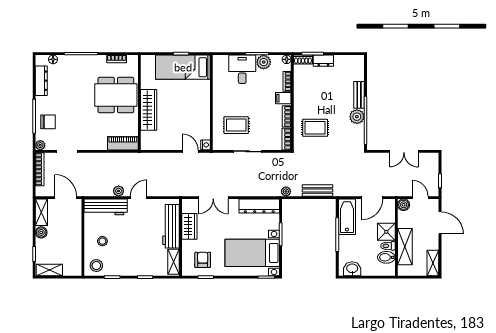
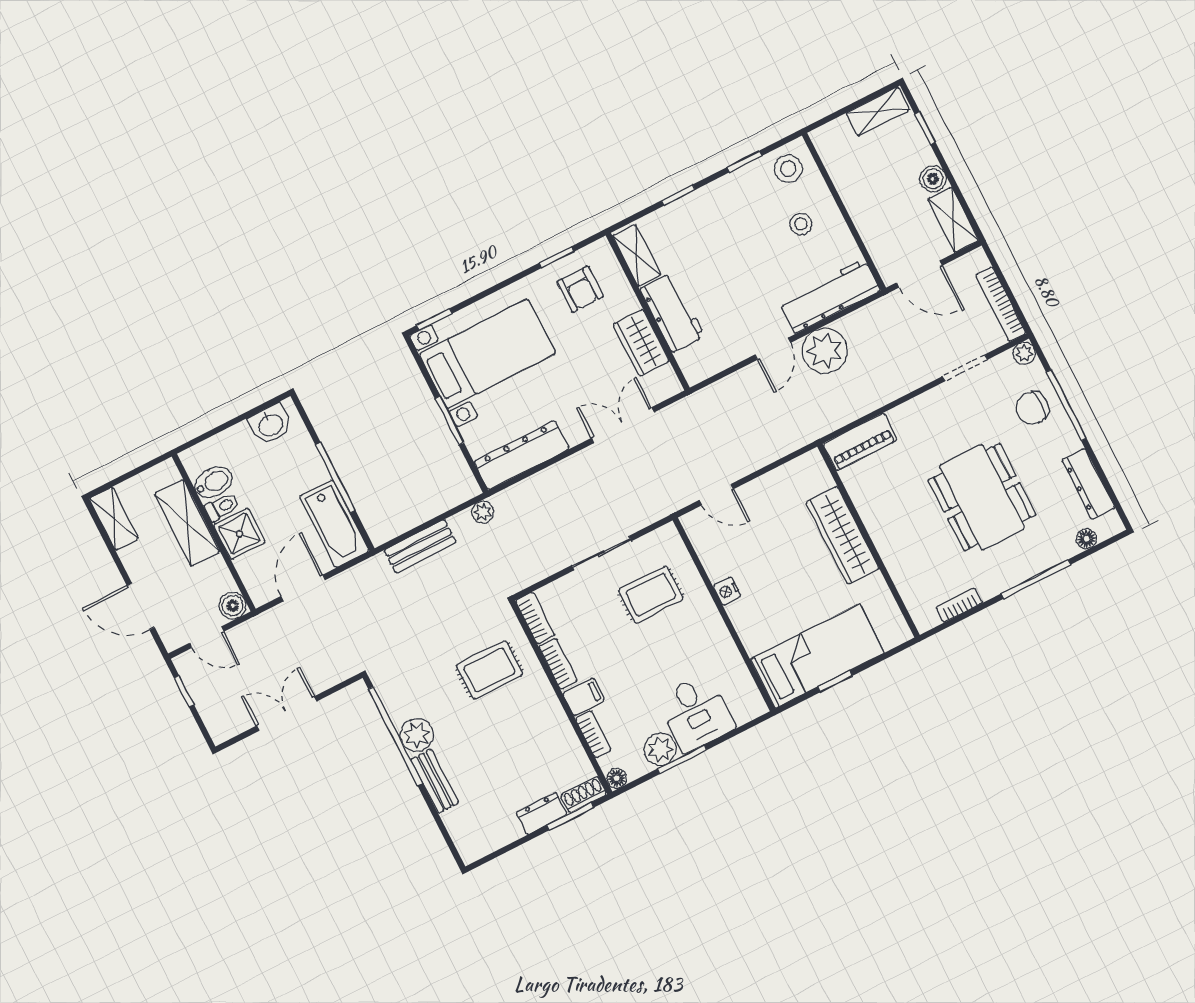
dining table: (116, 95) -> (982, 497), moved, turned 90
nightstand: (205, 145) -> (727, 591), moved
plant: (119, 191) -> (825, 351), width x1.88, depth x1.88
workbench: (171, 226) -> (672, 312), width x0.73

